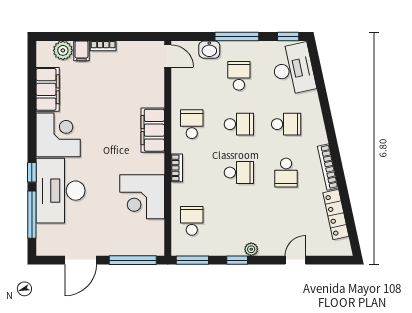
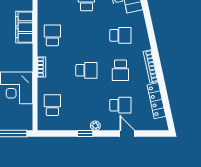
school desk: (239, 124) -> (120, 105), moved
filing cabinet: (153, 130) -> (24, 27), moved
window: (192, 260) -> (53, 134), removed
door: (295, 260) -> (127, 134), hinge flipped

